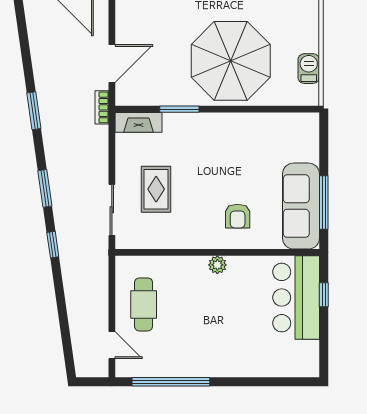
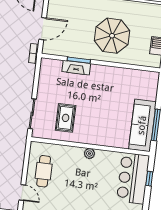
parasol: (231, 61) -> (112, 36), width x0.73, depth x0.73
fireplace: (139, 122) -> (76, 68), moved
rug: (156, 189) -> (66, 118), moved
armchair: (238, 216) -> (105, 127), removed

